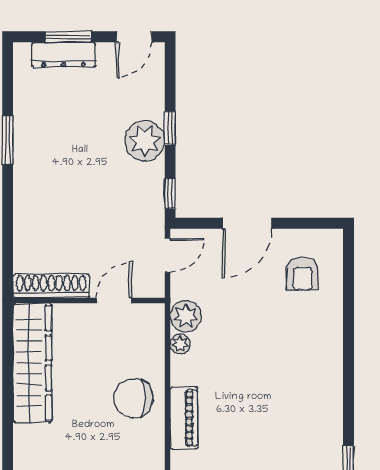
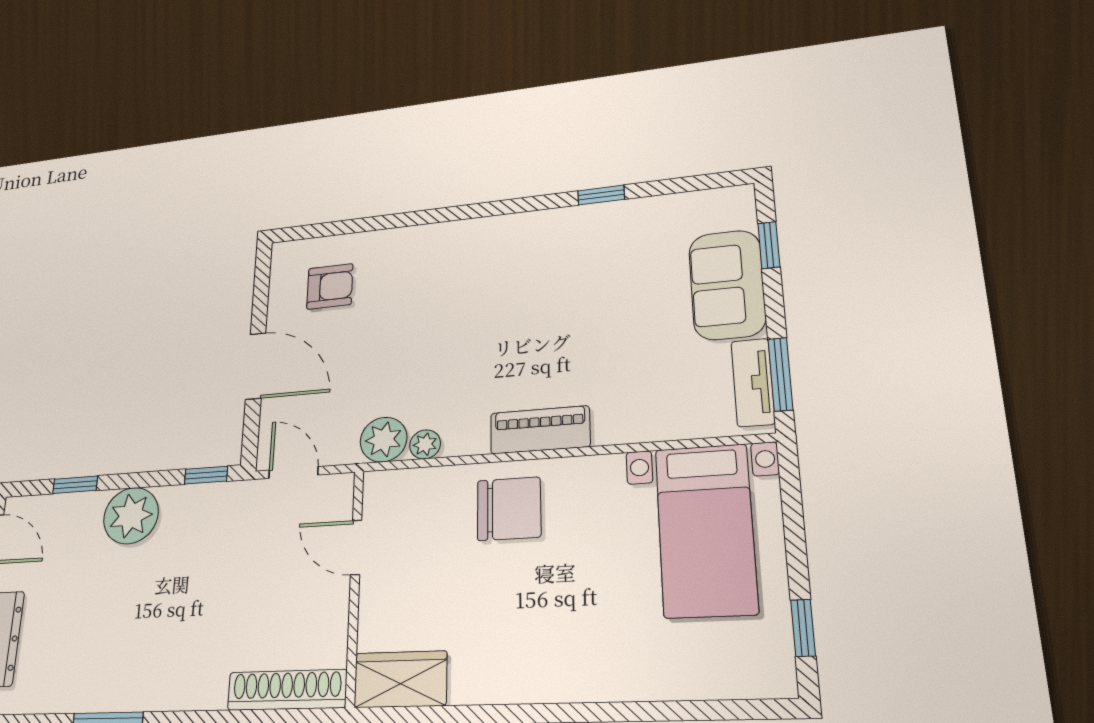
window: (170, 128) -> (75, 485), moved
shoe rack: (51, 286) -> (287, 690), moved, turned 90
wardrobe: (32, 363) -> (400, 679), width x0.48, depth x0.85
chair: (133, 398) -> (509, 509), turned -90

